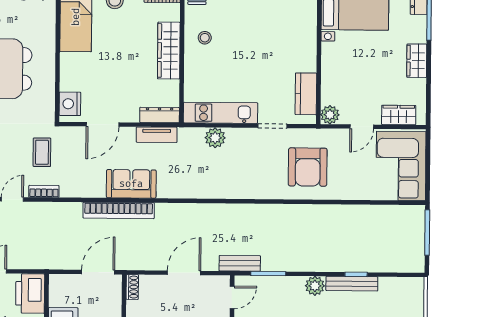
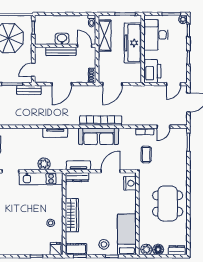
sofa: (131, 184) -> (99, 136), width x1.36
tv unit: (196, 191) -> (55, 133), added

